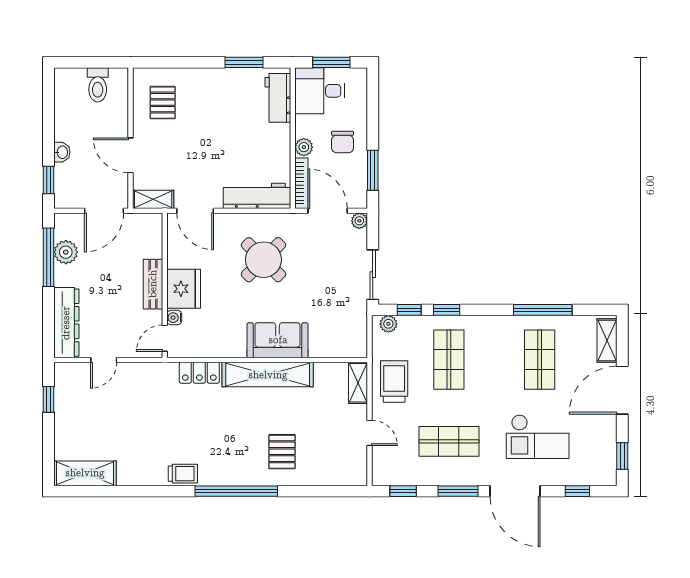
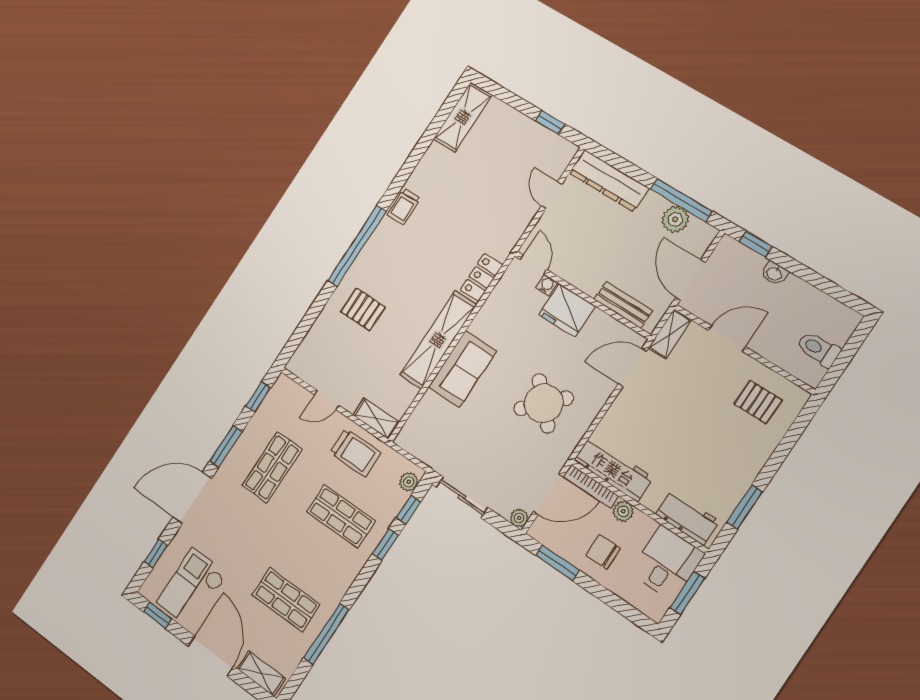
workbench: (257, 196) -> (613, 469), moved, turned -90
bench: (153, 284) -> (623, 305), moved
checkout: (538, 437) -> (192, 588), moved

